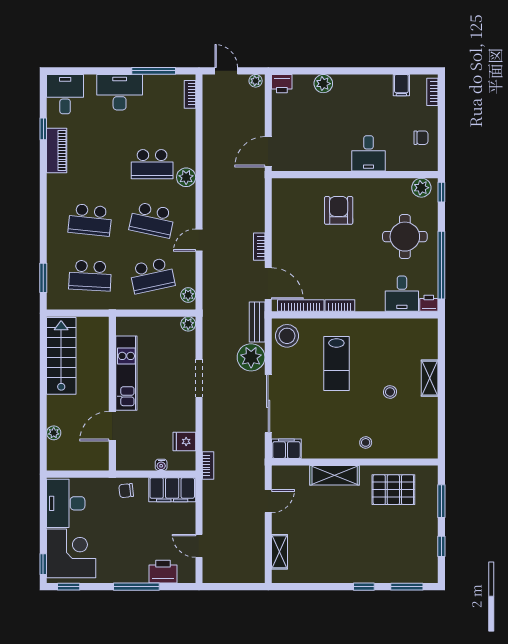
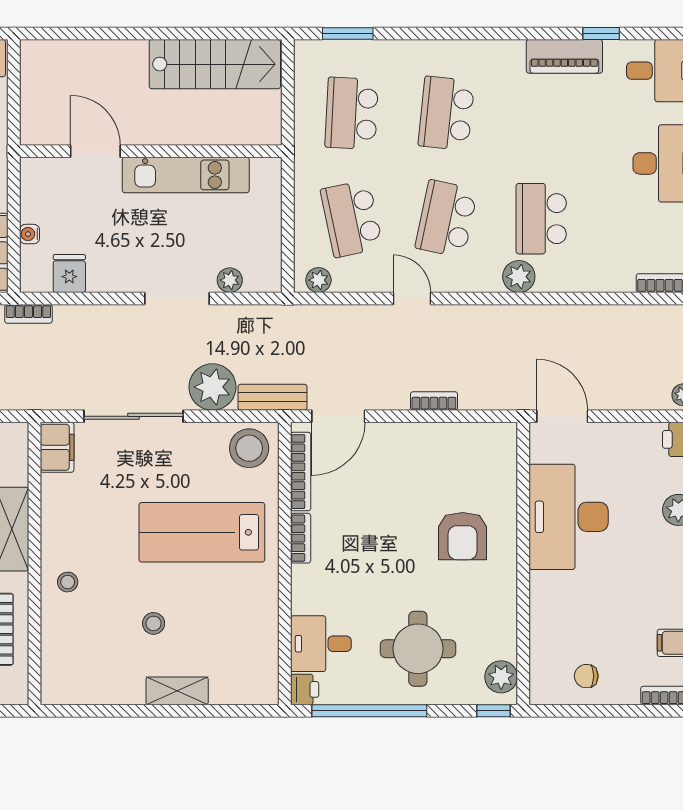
chair: (421, 138) -> (586, 676), turned 90
desk: (369, 153) -> (569, 517), moved, width x1.87, depth x1.30
armchair: (339, 210) -> (463, 536), turned 90
bookcase: (259, 247) -> (434, 401), moved
plant: (188, 324) -> (230, 280), moved
lab bench: (336, 364) -> (202, 532), width x1.36, depth x1.39
plant: (54, 433) -> (84, 51), removed

